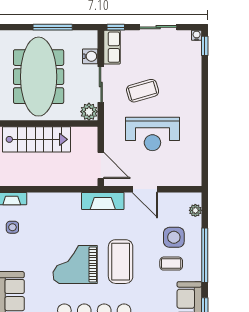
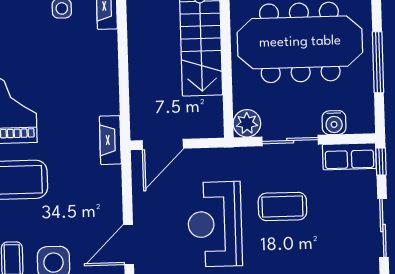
coffee table: (143, 91) -> (282, 207), turned -74
door: (145, 189) -> (129, 245), moved
fireplace: (103, 201) -> (110, 140), width x0.73, depth x0.76

